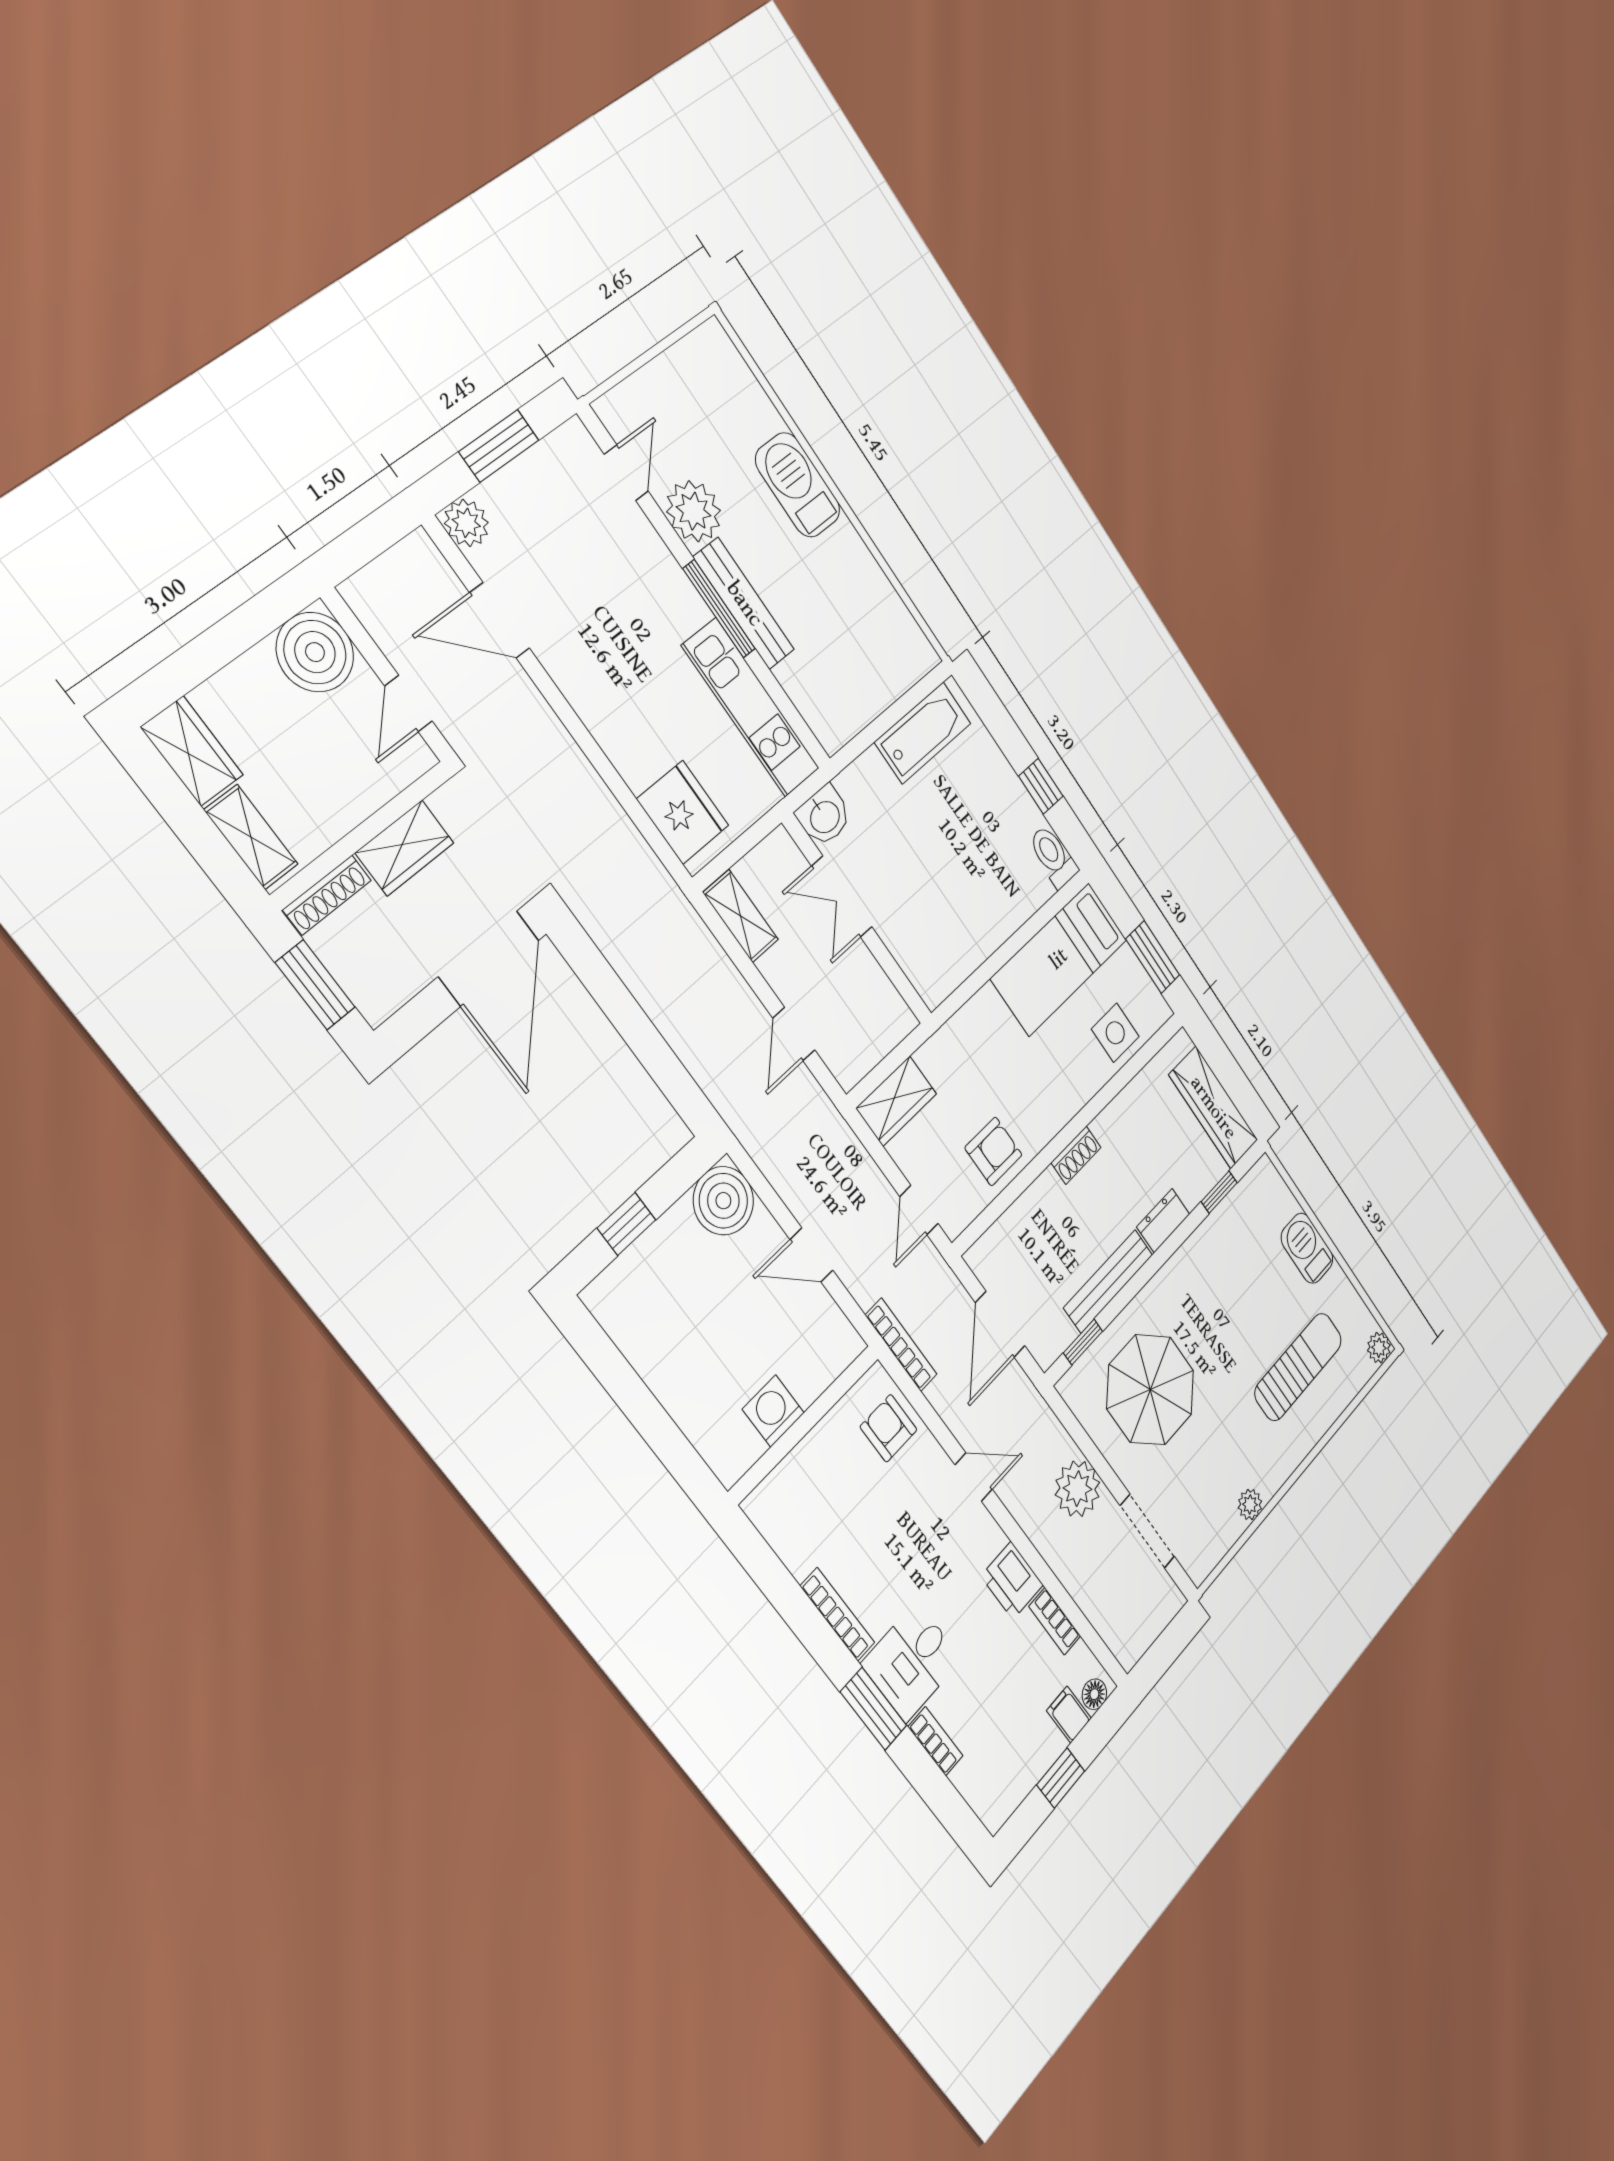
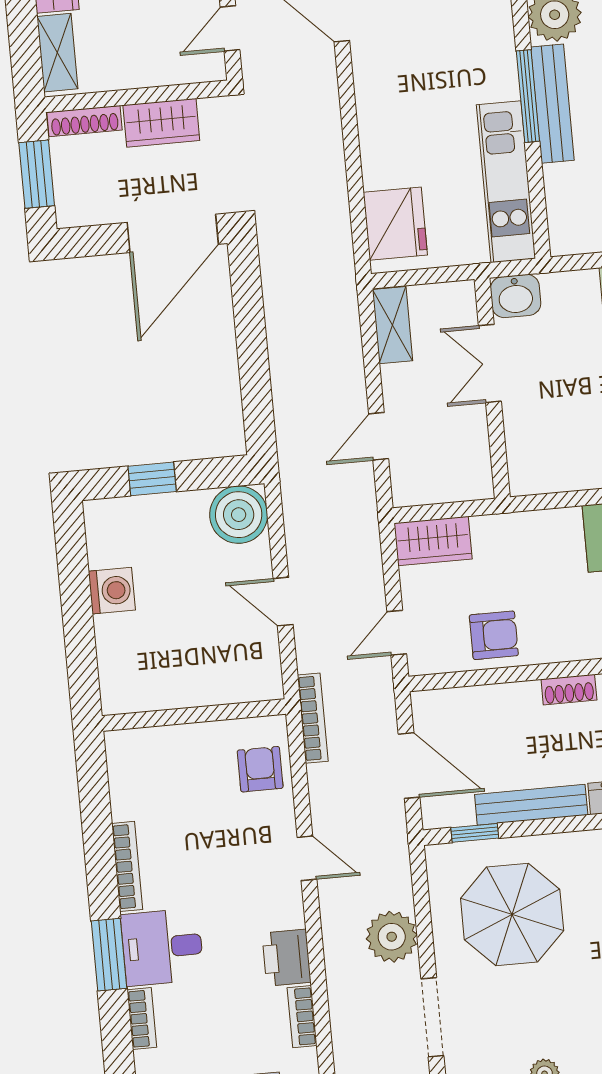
door: (1000, 1324) -> (409, 766), swing flipped
washing machine: (773, 1411) -> (112, 591), moved, turned 90

